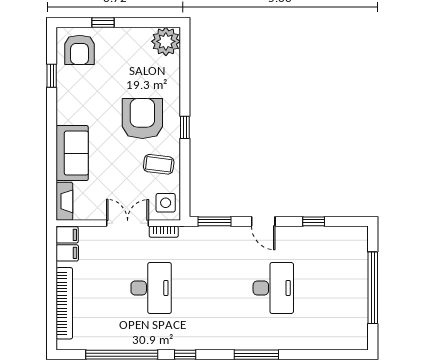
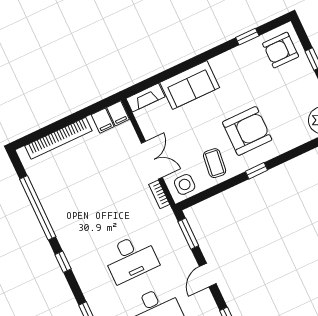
desk: (151, 288) -> (131, 258), moved

